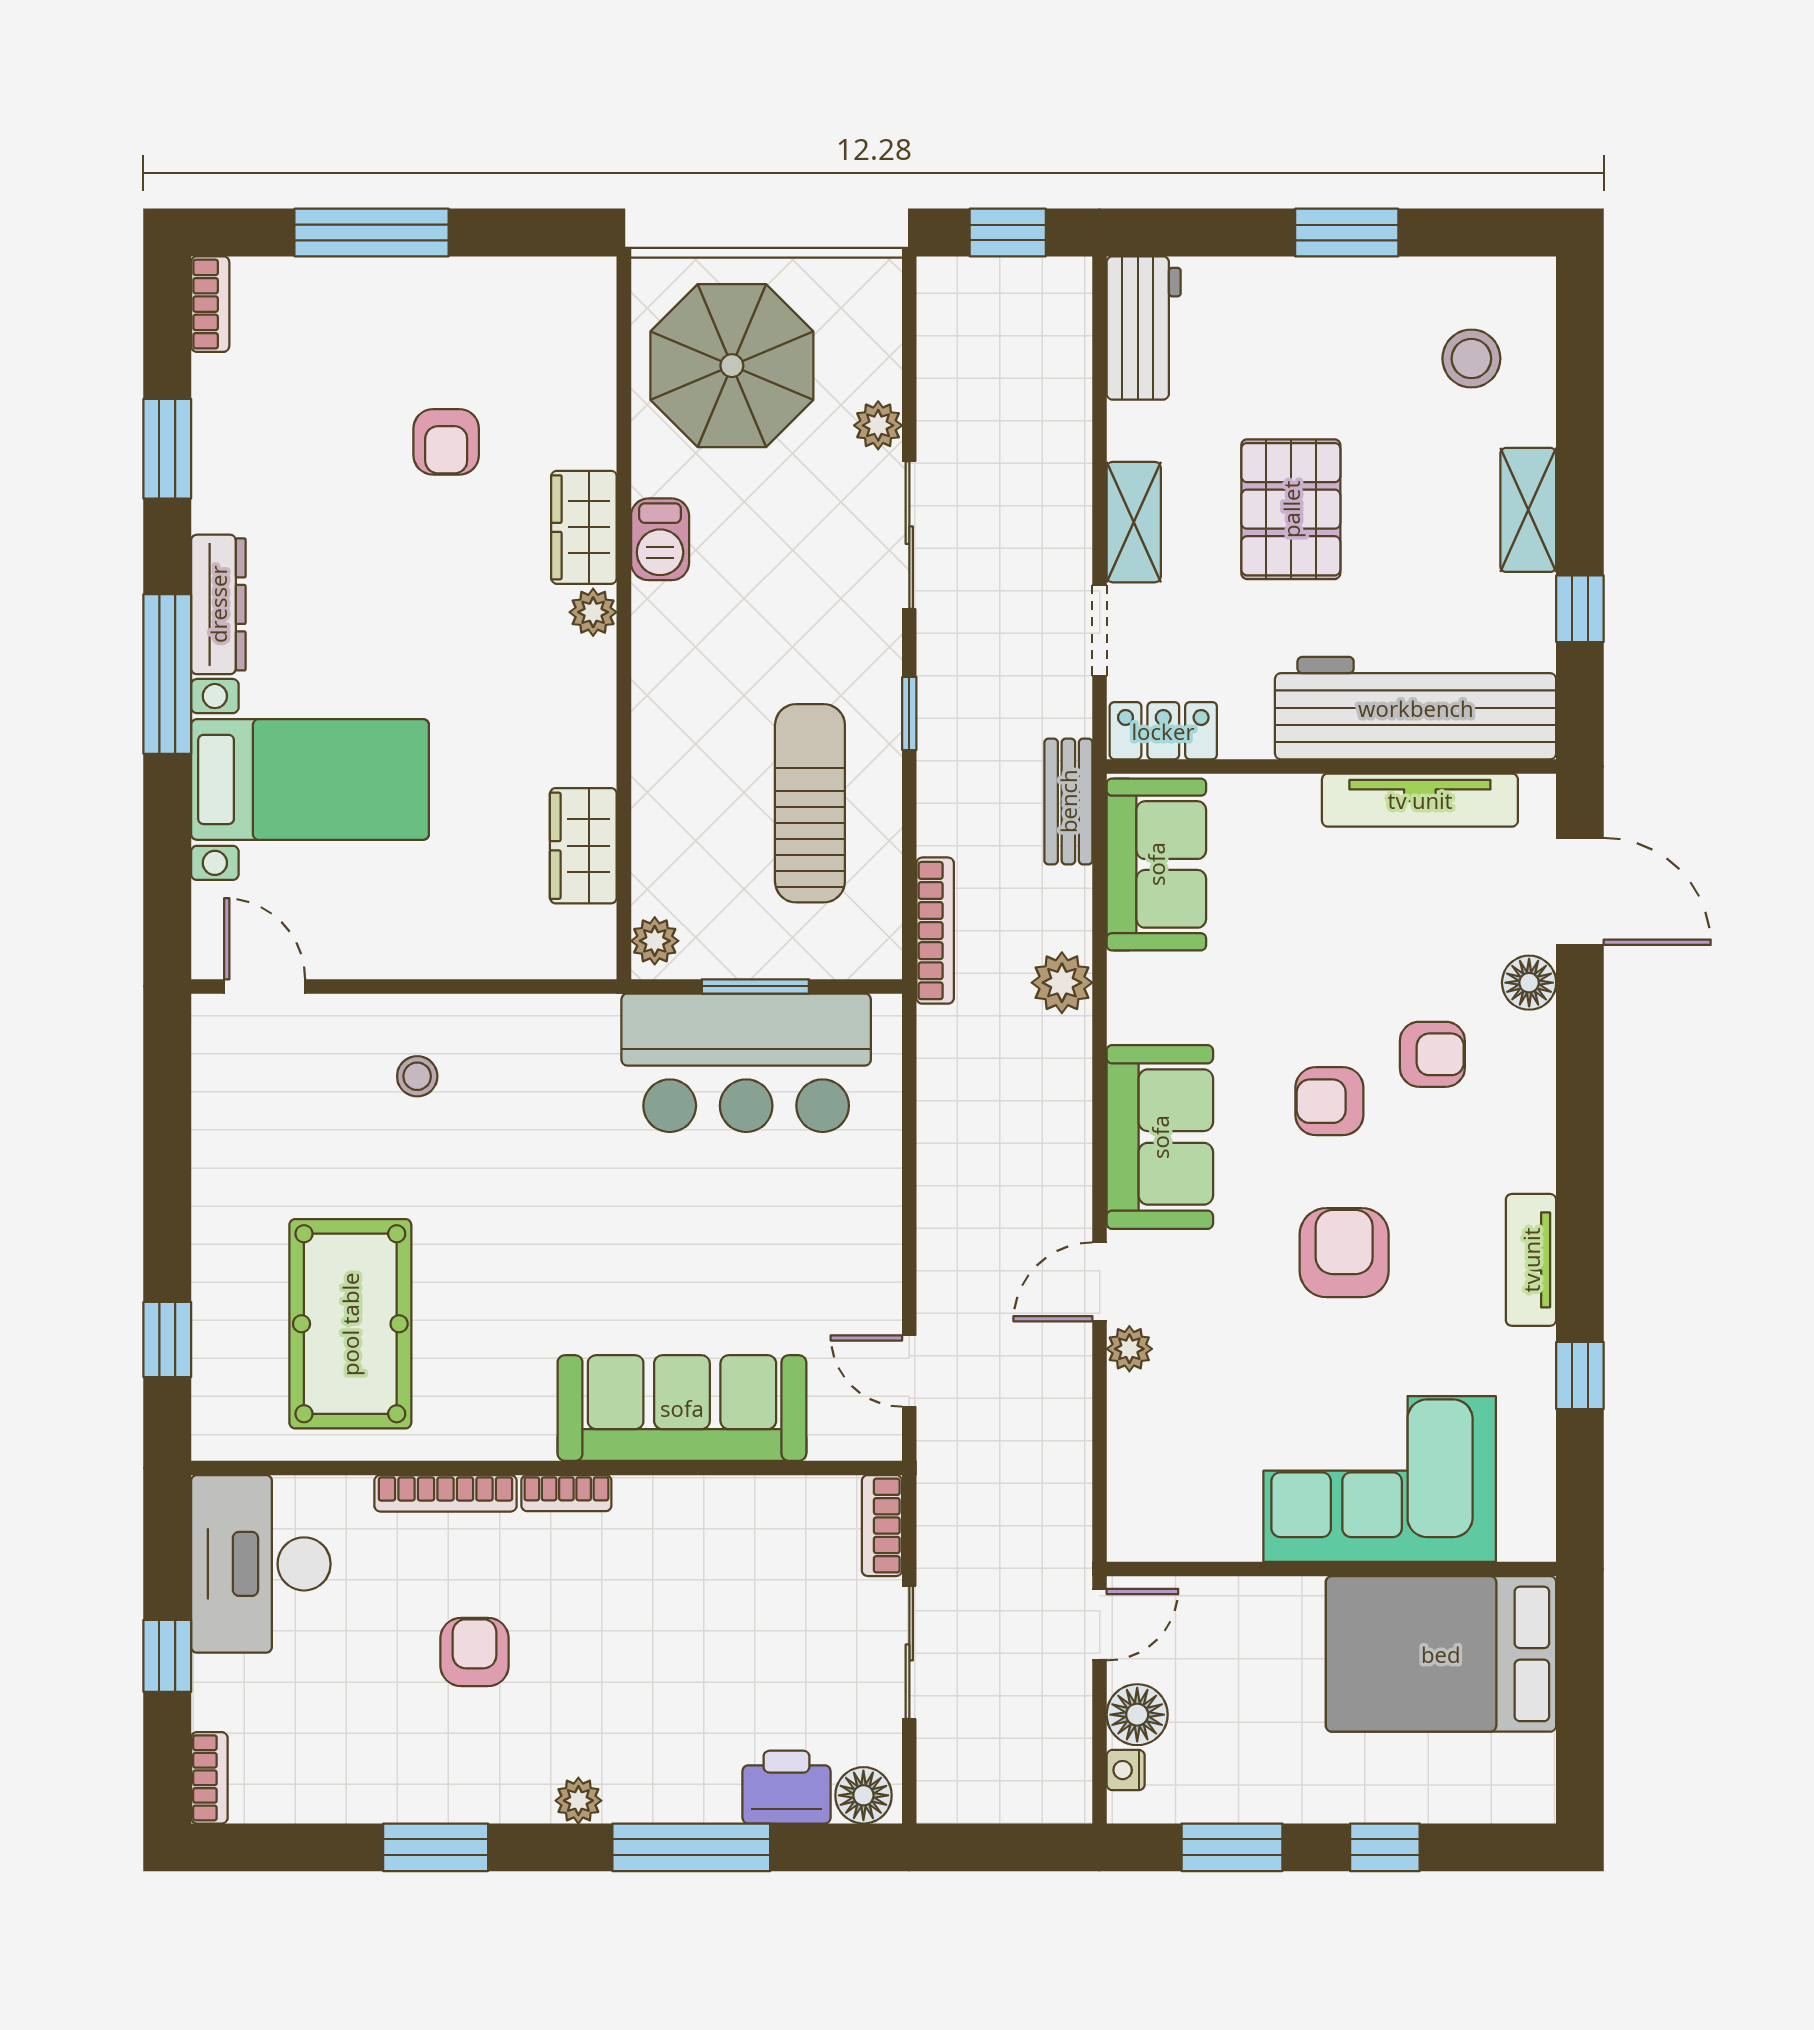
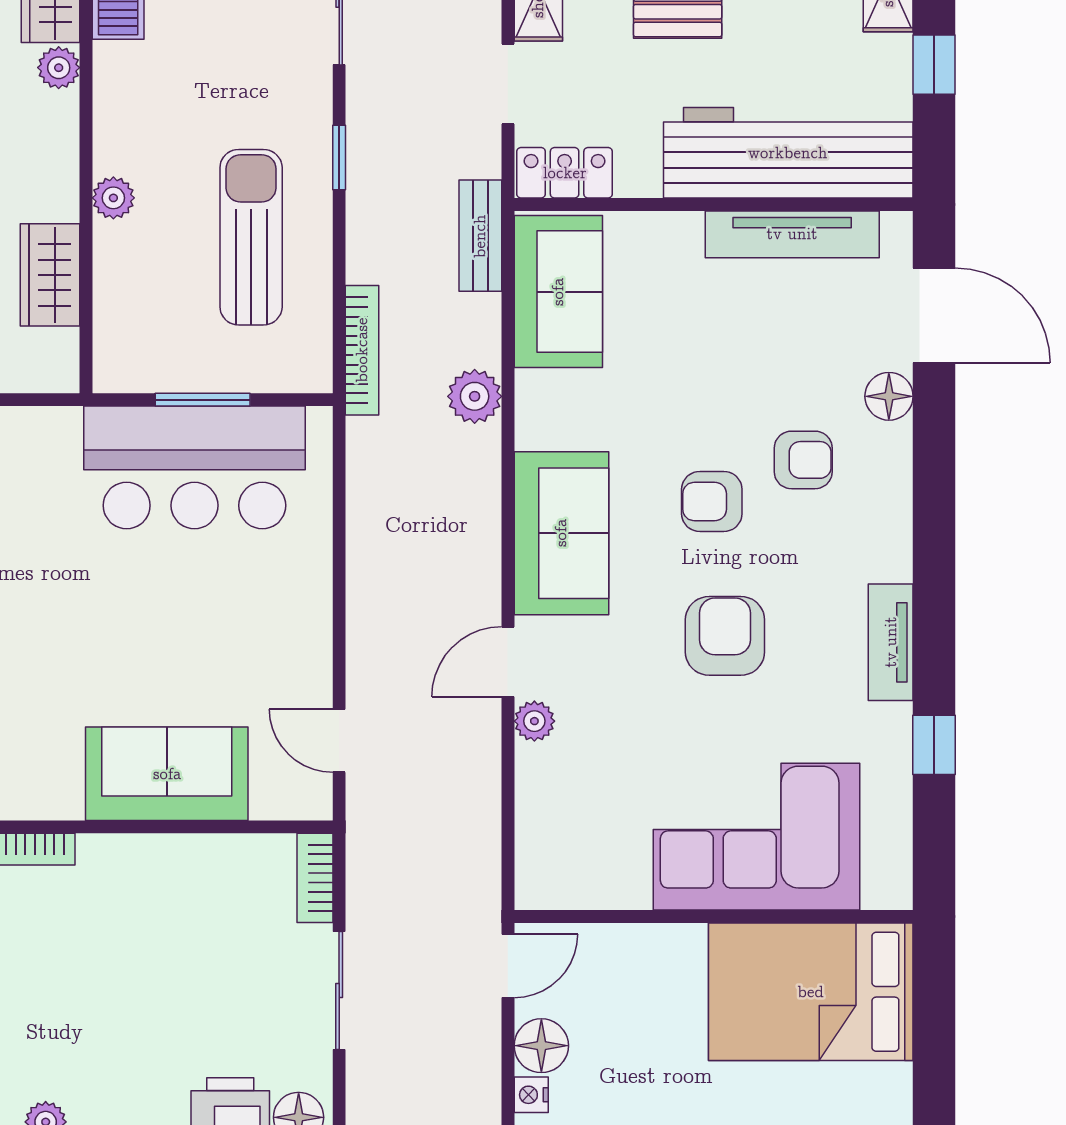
plant: (655, 941) -> (113, 198), moved
sofa: (682, 1408) -> (167, 774), width x0.73

